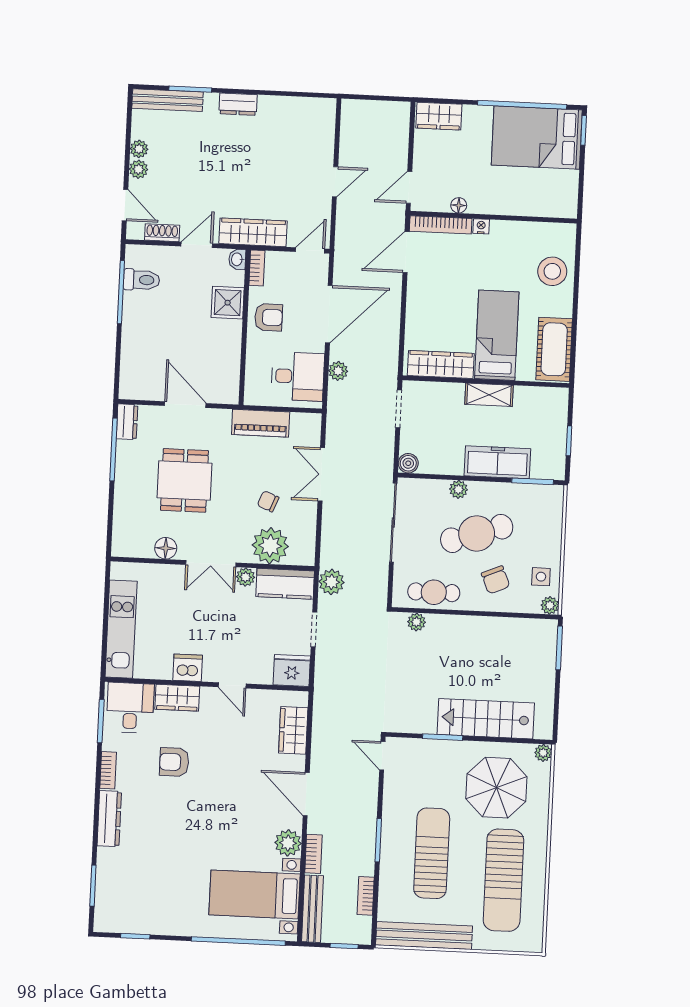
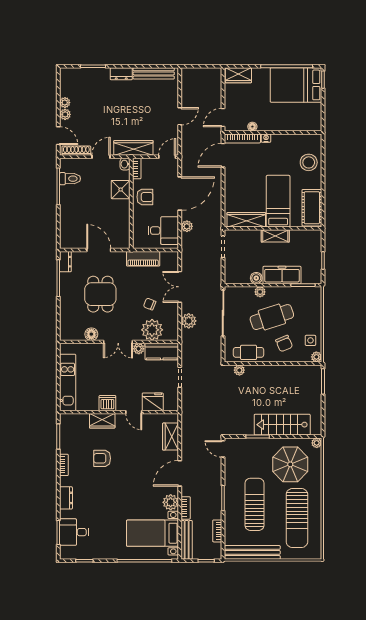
bench: (168, 100) -> (154, 73), moved
shoe rack: (162, 233) -> (76, 151), width x1.43
boiler: (408, 463) -> (256, 278), moved
plant: (331, 582) -> (189, 321), moved
fridge: (292, 670) -> (153, 402), moved
desk: (130, 708) -> (74, 532), moved, turned -90
door: (306, 794) -> (180, 473), hinge flipped
dresser: (109, 819) -> (66, 498), width x0.70

